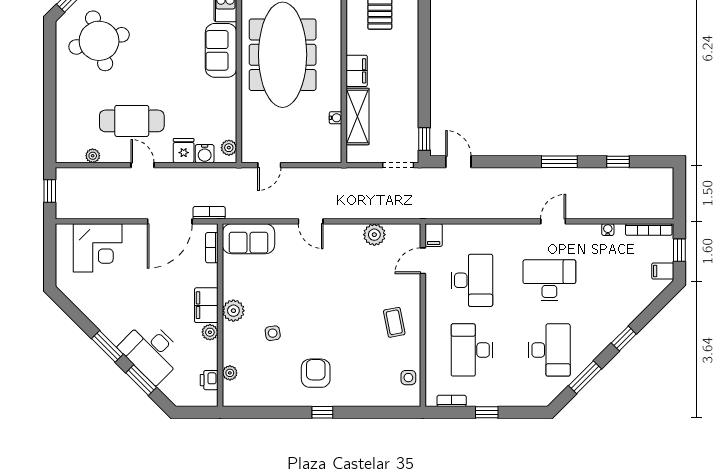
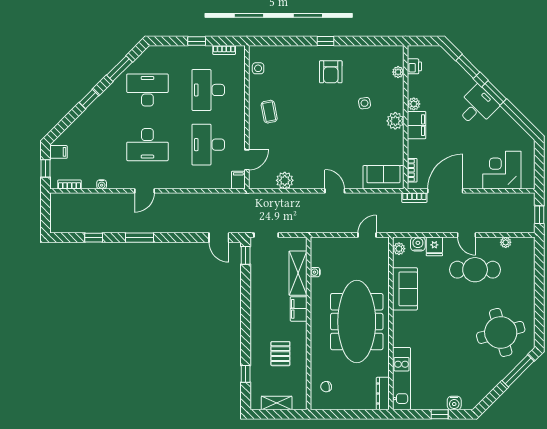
sofa: (221, 50) -> (405, 289), moved
bookcase: (649, 230) -> (69, 184), width x0.64
desk: (472, 350) -> (208, 90), turned 180
desk: (549, 350) -> (147, 90), turned 90
desk: (151, 351) -> (477, 106), moved, width x0.73

